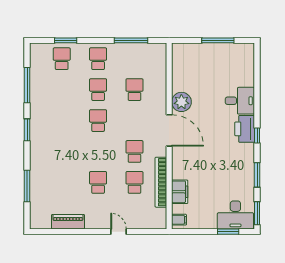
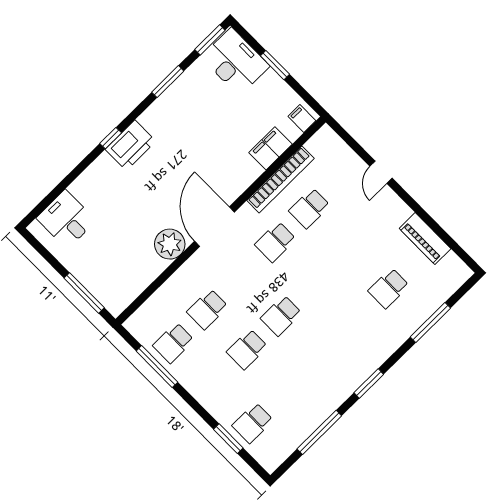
window: (218, 40) -> (84, 293), moved
school desk: (98, 59) -> (173, 343), moved
desk: (240, 101) -> (66, 219), moved
window: (257, 136) -> (111, 138), moved
school desk: (98, 182) -> (389, 288), moved
window: (228, 232) -> (275, 65), moved

